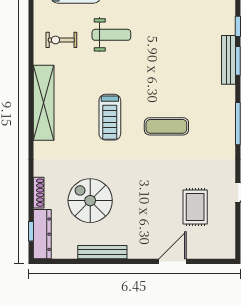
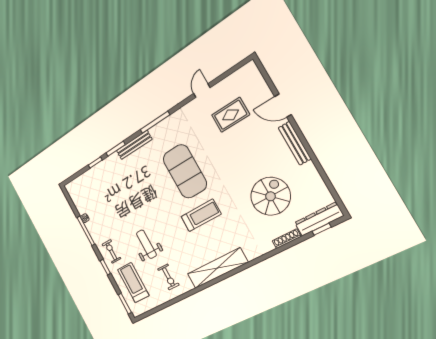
bench: (229, 60) -> (134, 145), moved
exercise mat: (166, 126) -> (185, 171), width x2.00, depth x1.45
spiral stairs: (90, 201) -> (270, 196), turned 180
bench: (102, 252) -> (295, 143), moved

